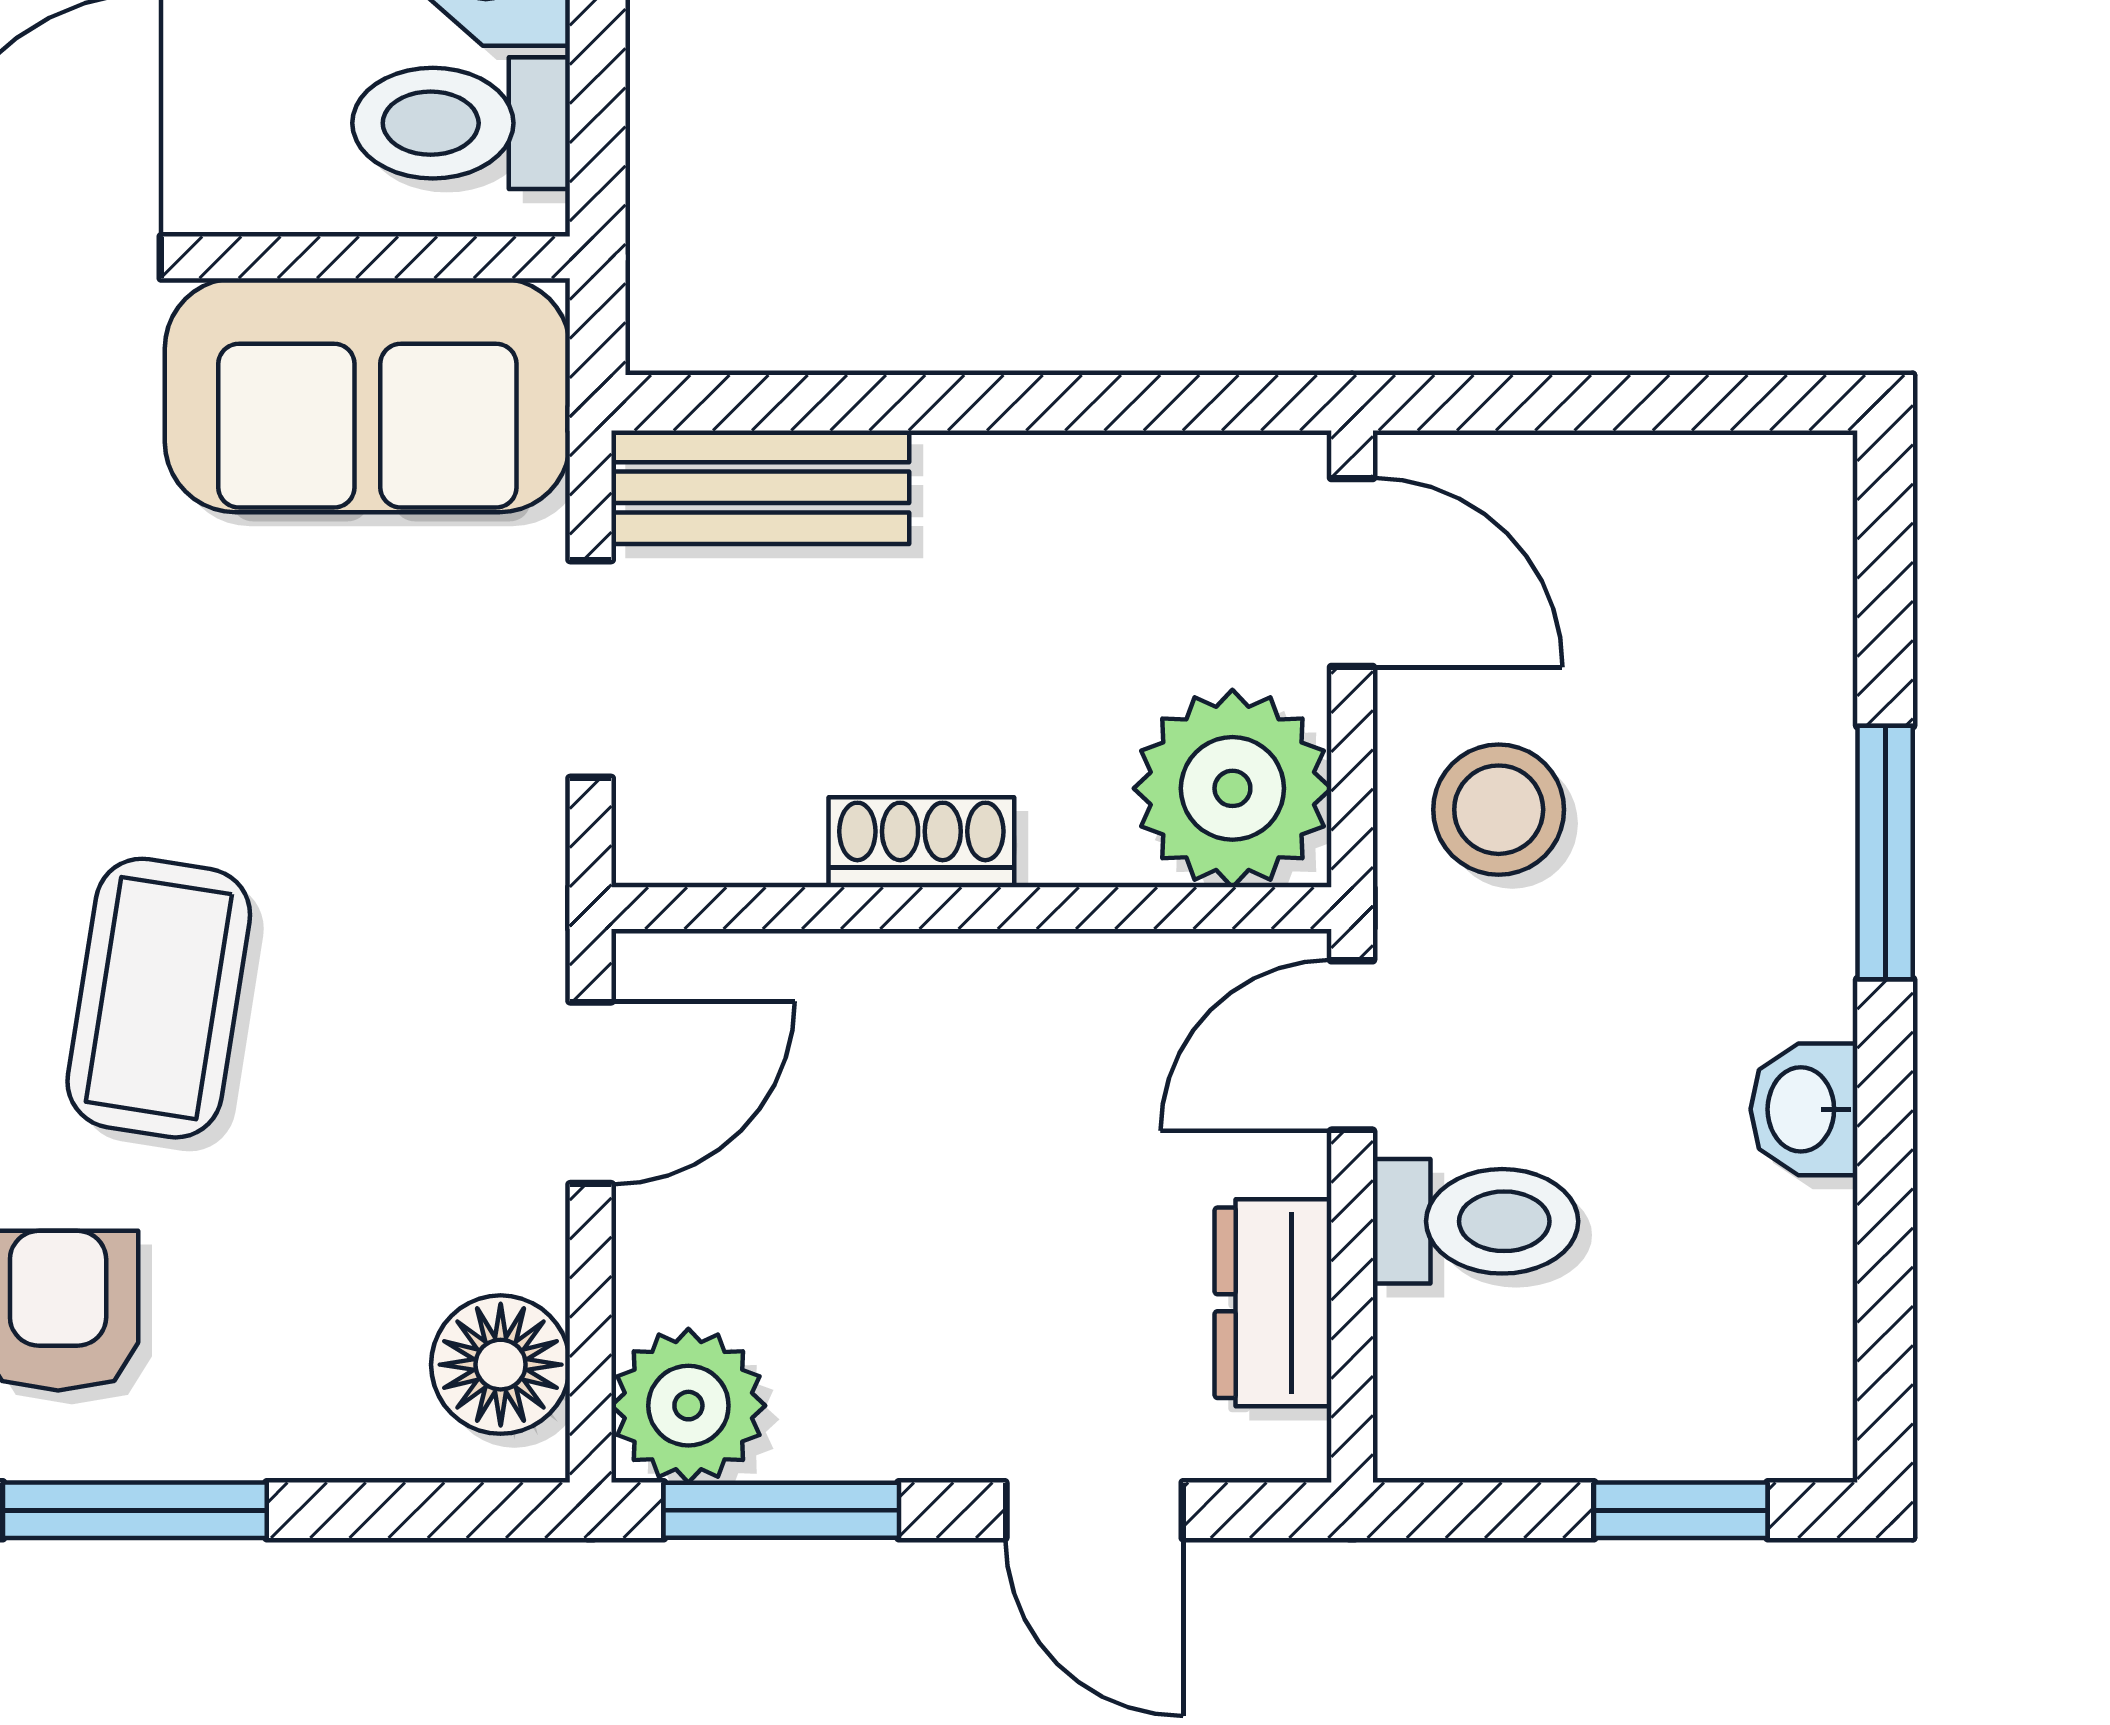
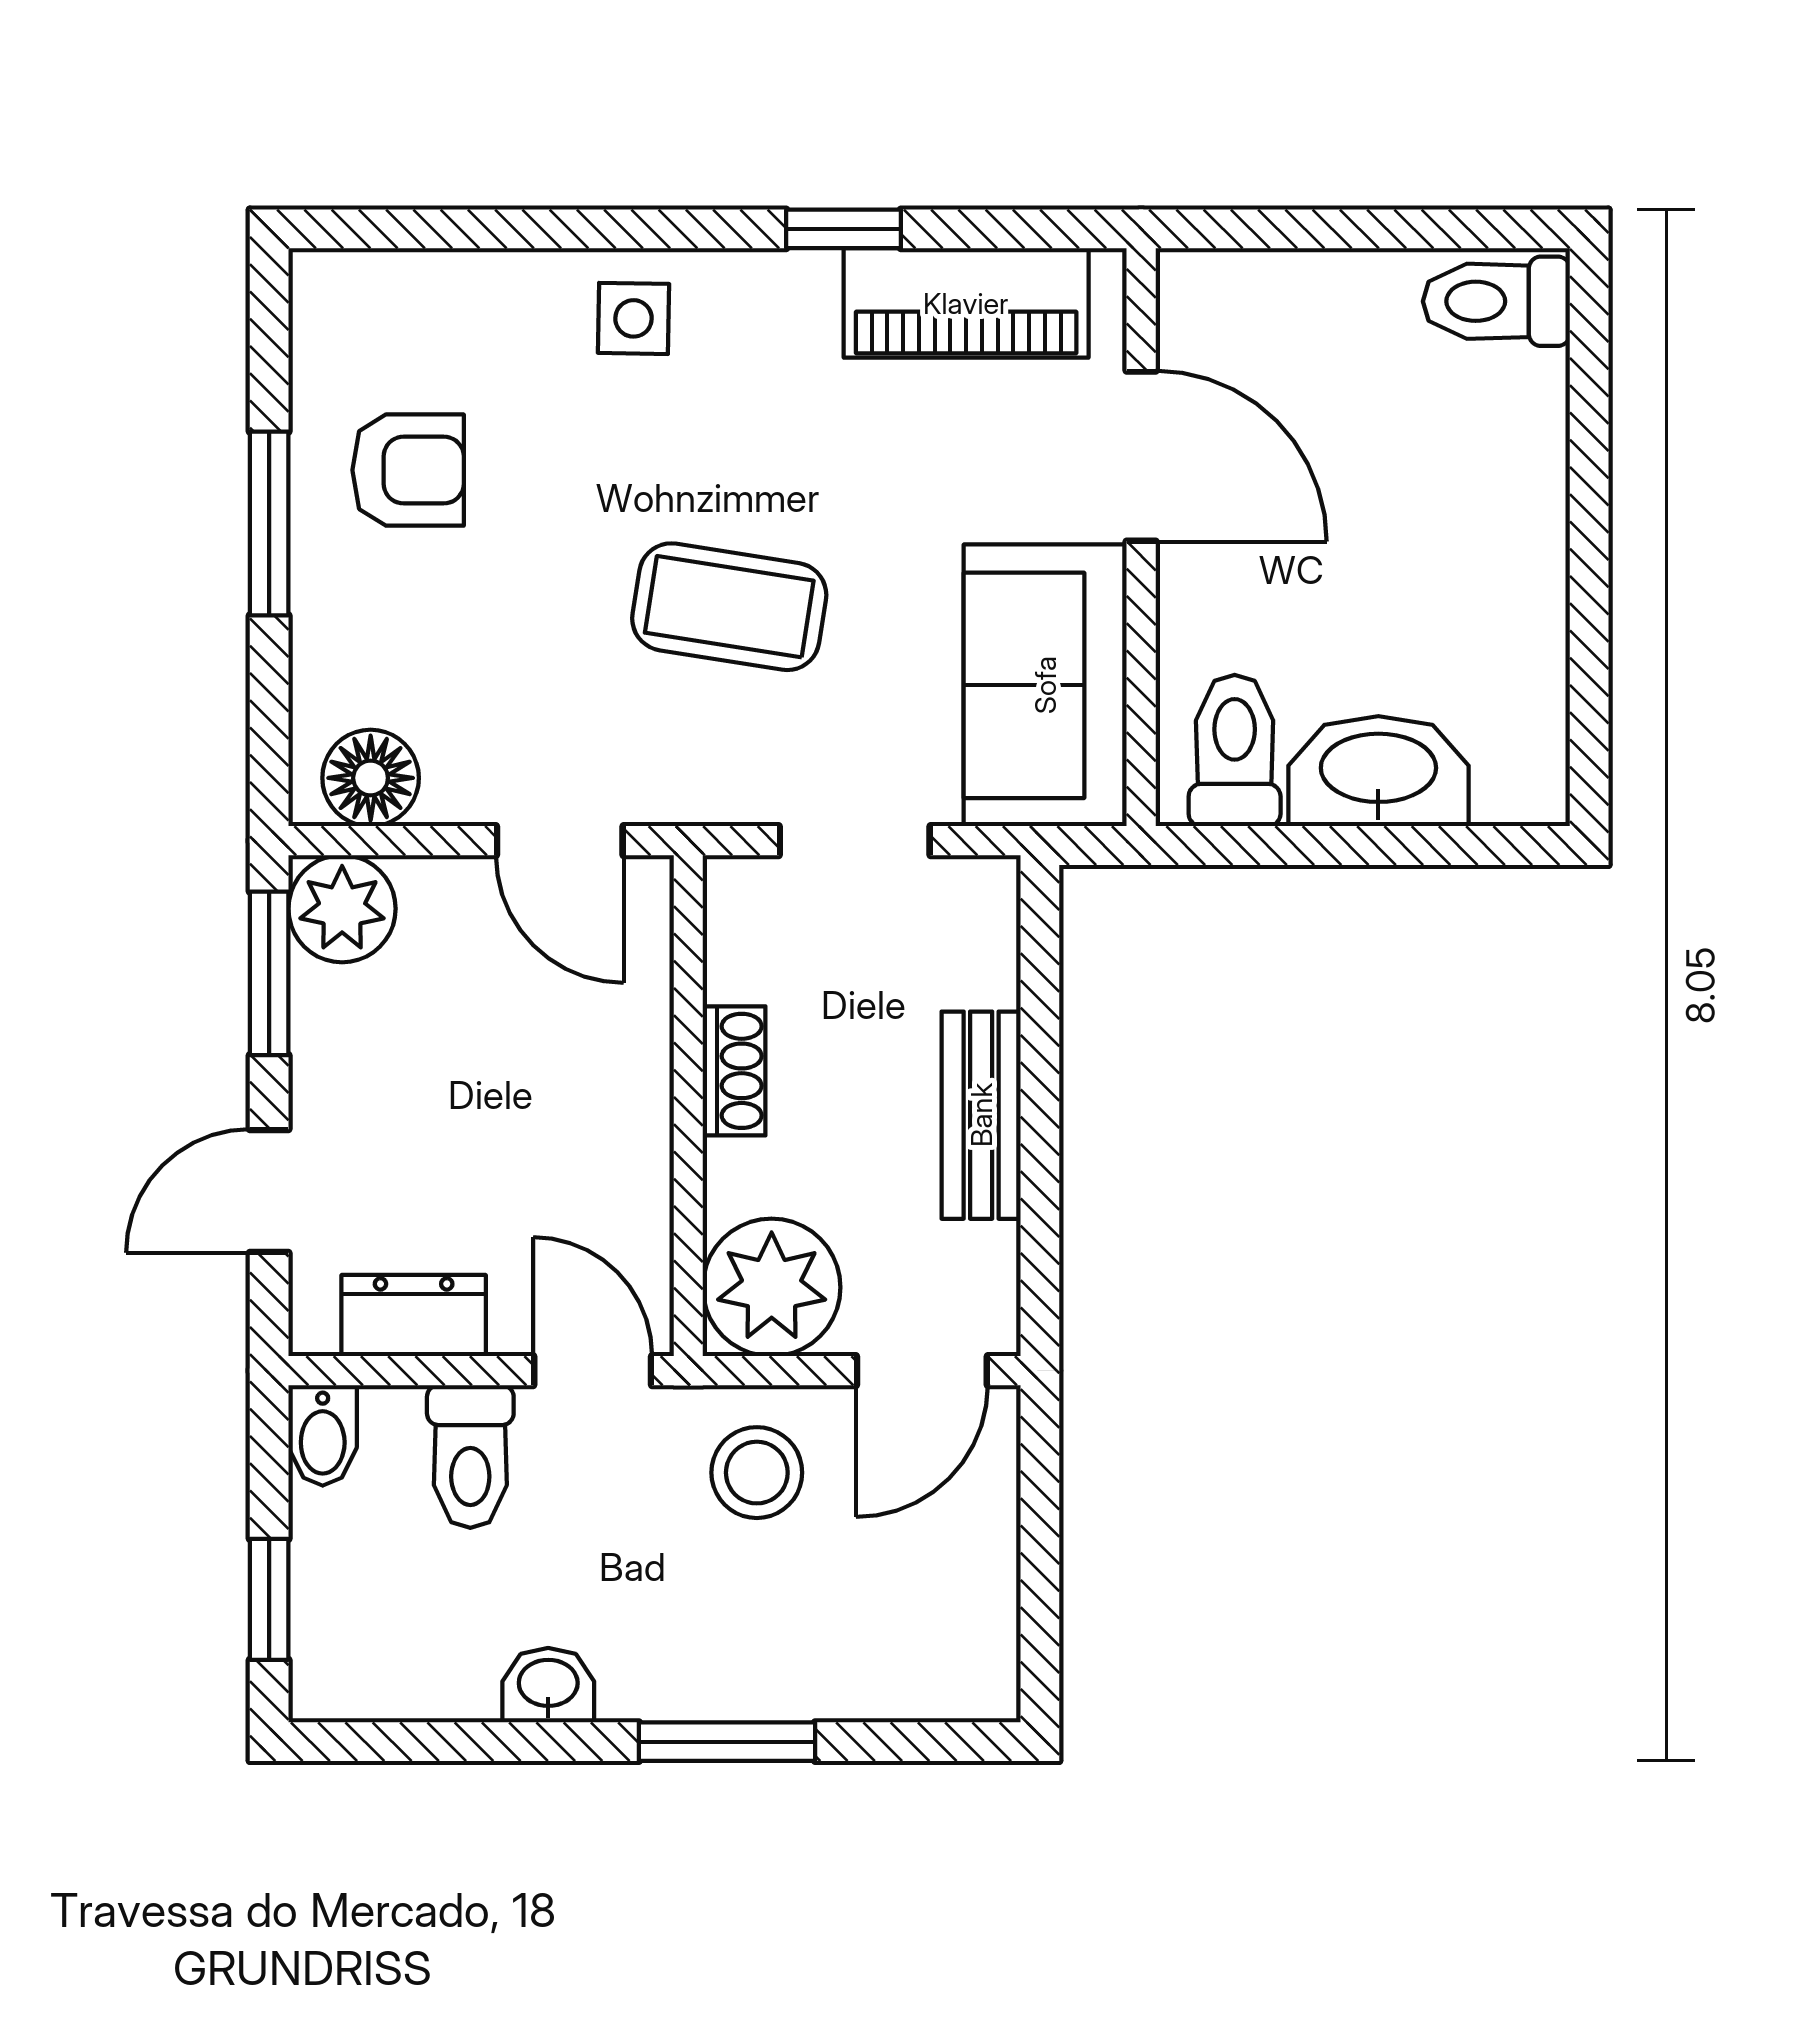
bench: (760, 487) -> (981, 1115), moved
coffee table: (159, 998) -> (729, 607), moved
bidet: (1445, 1433) -> (323, 1435), added

